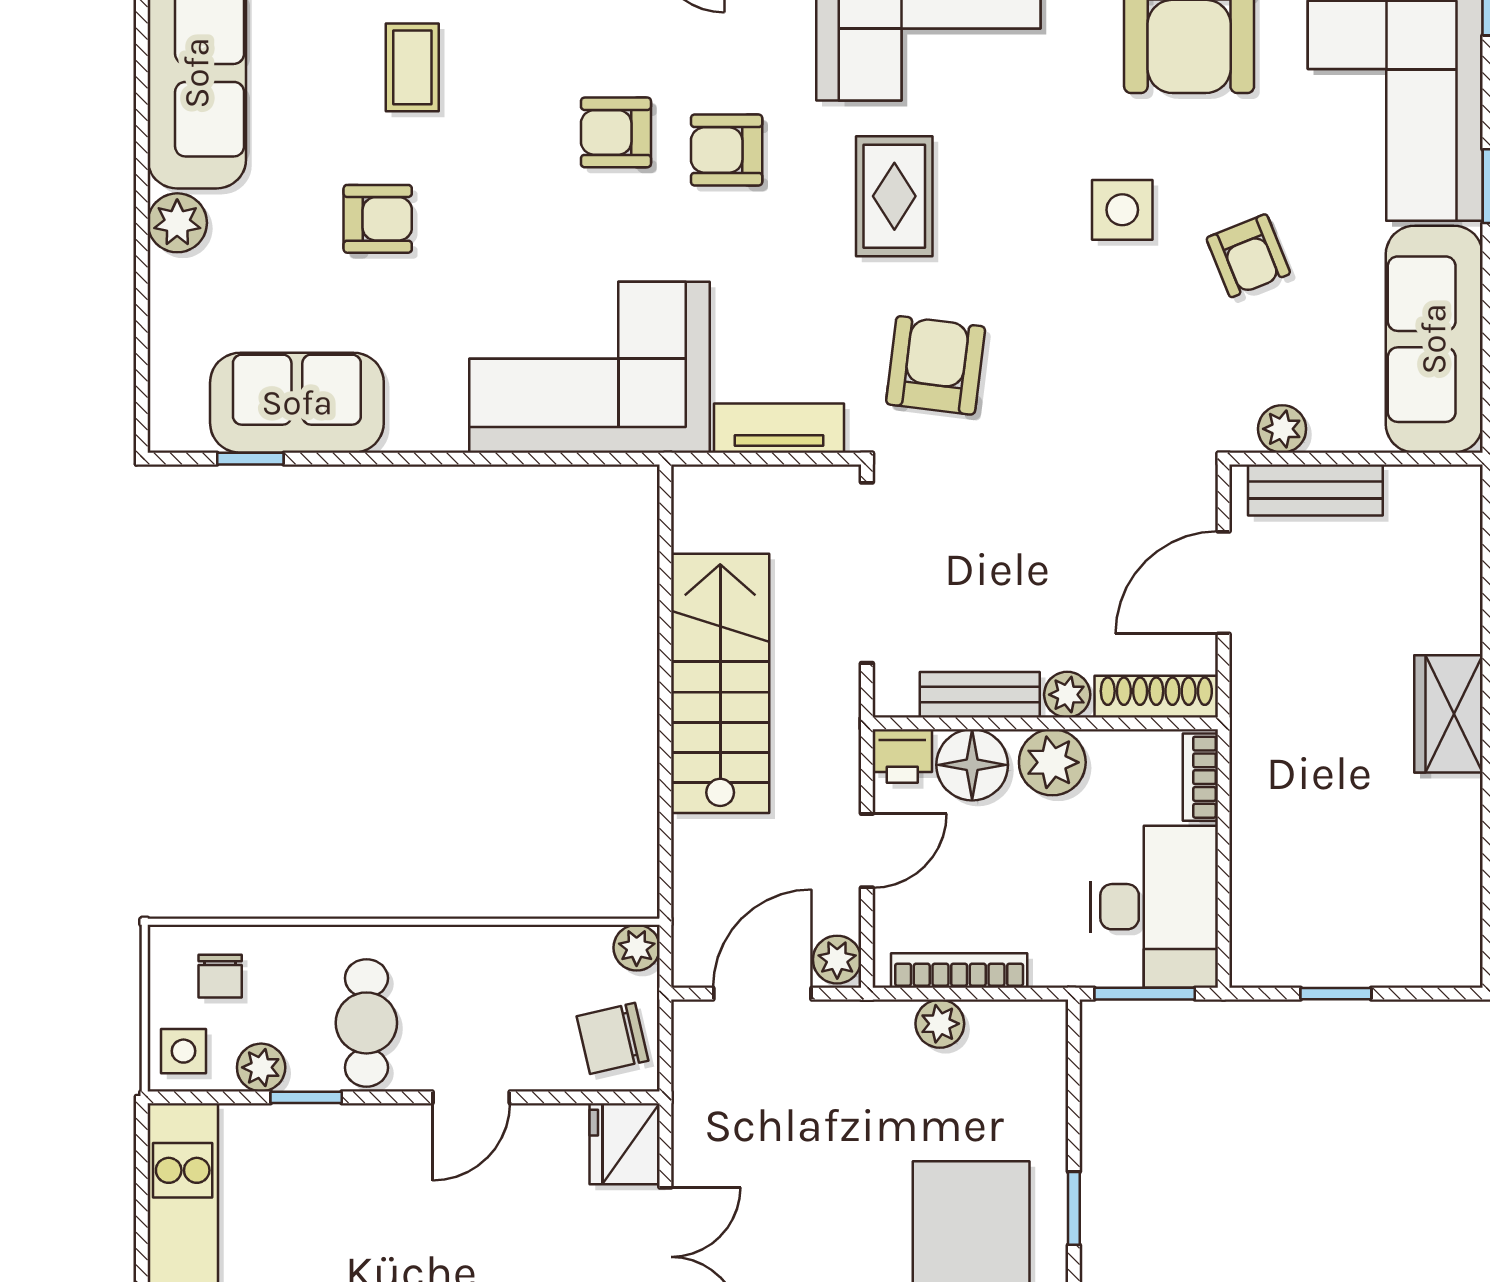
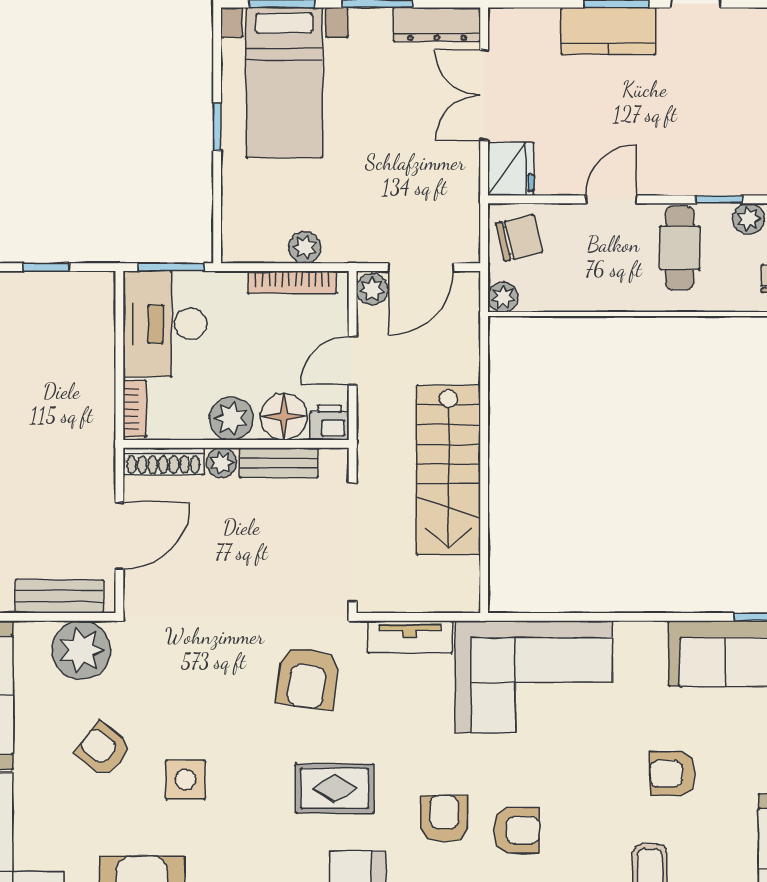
armchair: (727, 150) -> (444, 819), turned -90
rug: (894, 196) -> (335, 788), turned 90
armchair: (1248, 256) -> (103, 750), turned -30
plant: (1282, 429) -> (81, 650), width x1.88, depth x1.88

